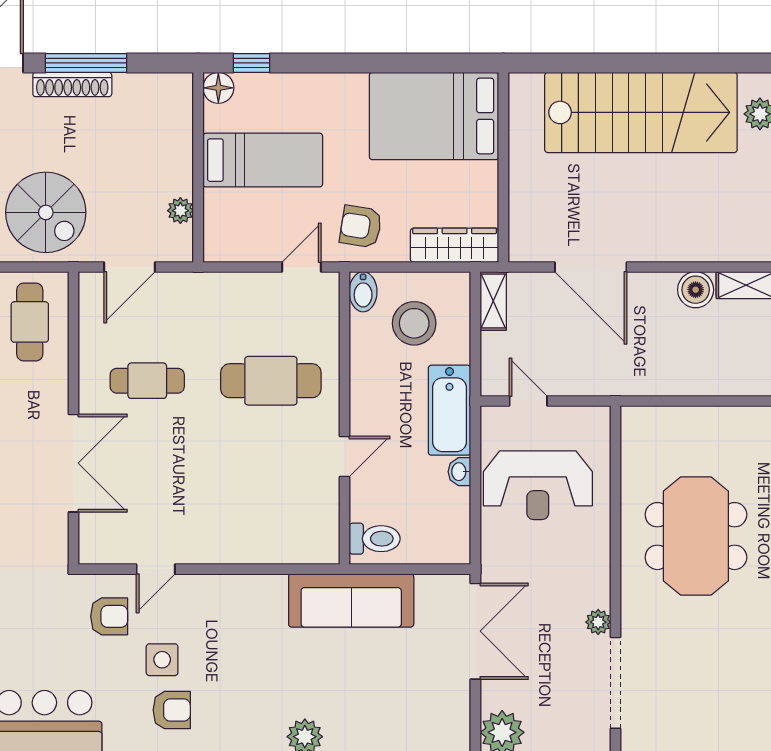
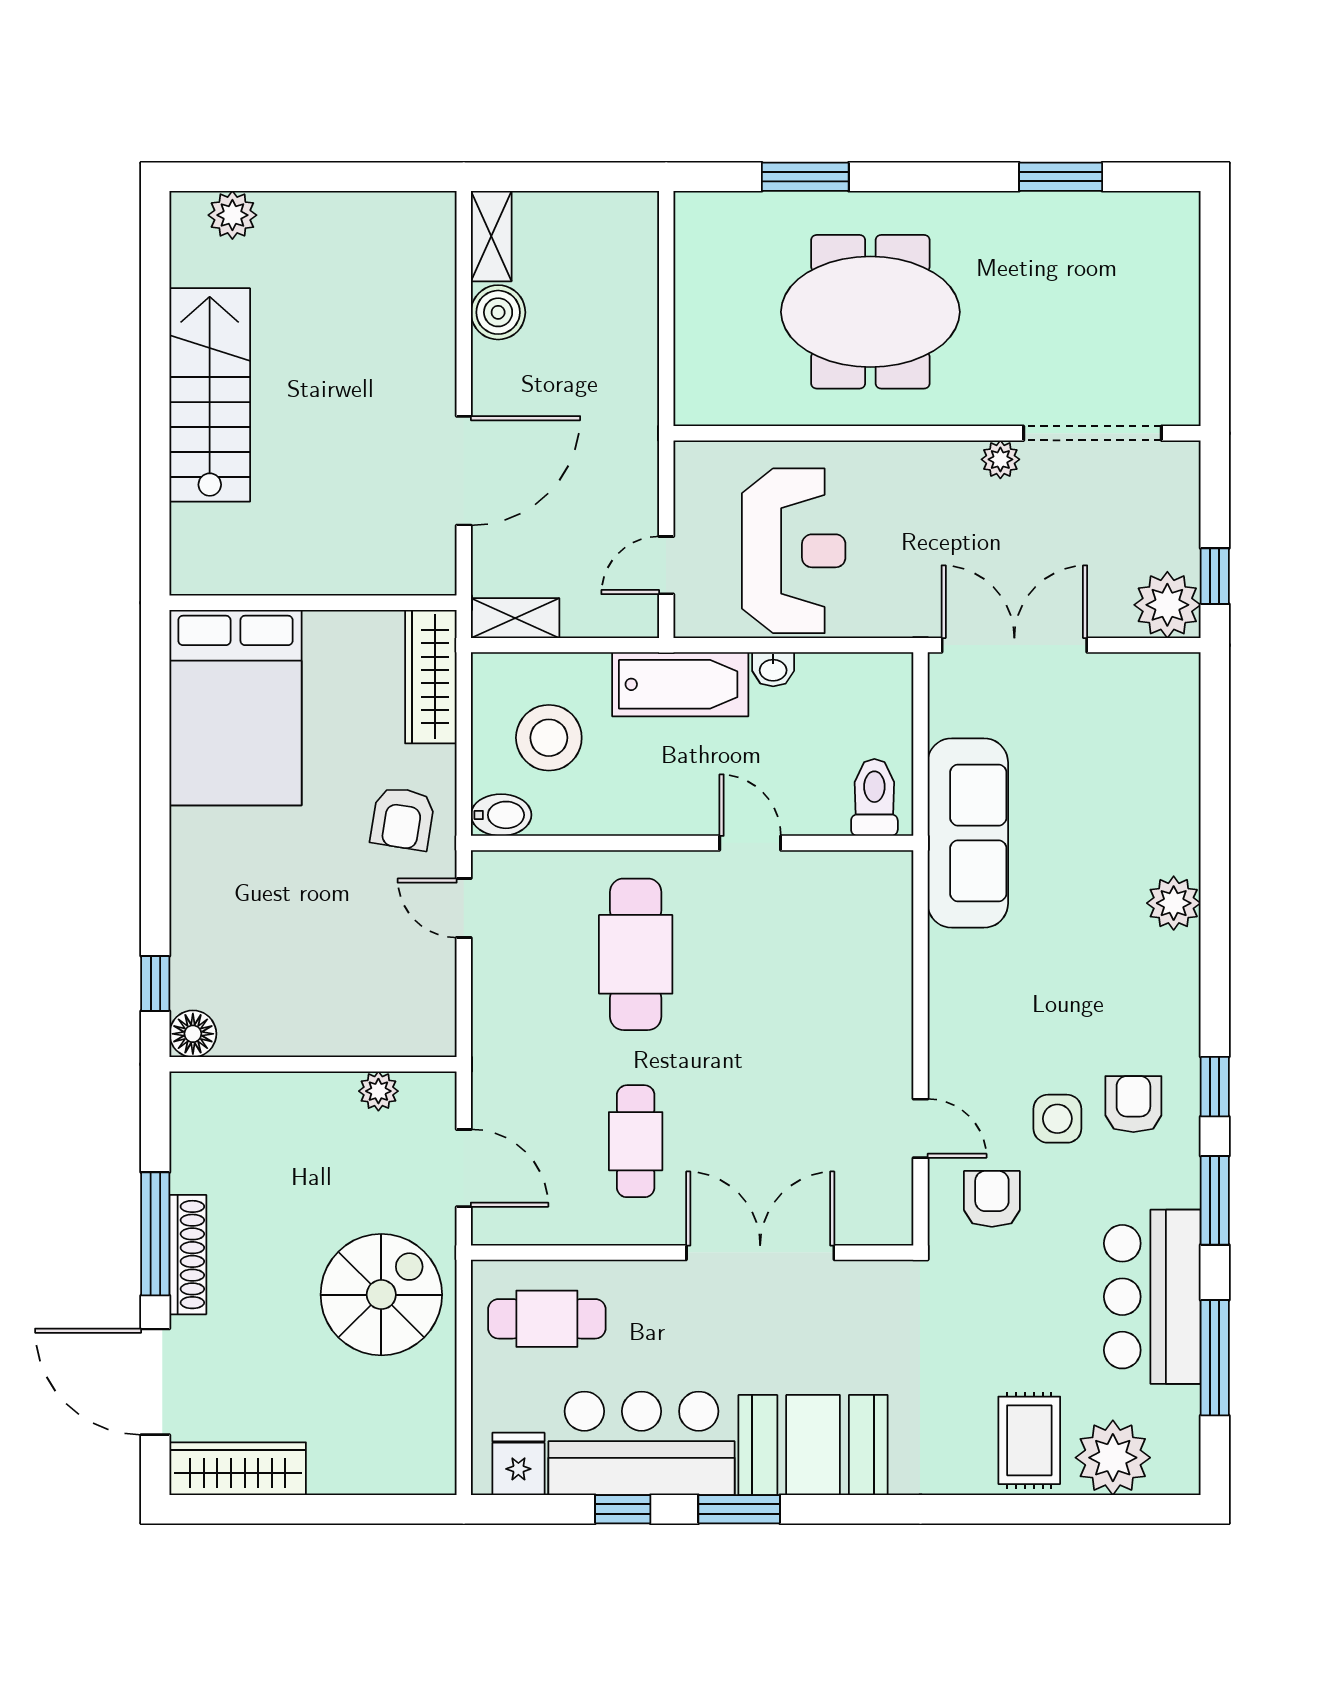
stairs: (641, 112) -> (210, 395), width x0.73, depth x0.66
bed: (263, 160) -> (302, 967), removed

